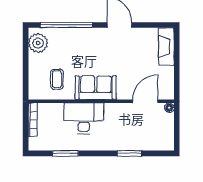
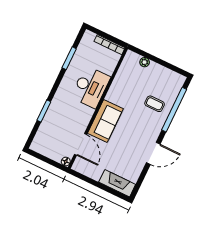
plant: (38, 43) -> (145, 62), moved, width x0.53, depth x0.53
coffee table: (57, 79) -> (155, 104), moved
sofa: (96, 88) -> (105, 121), moved

